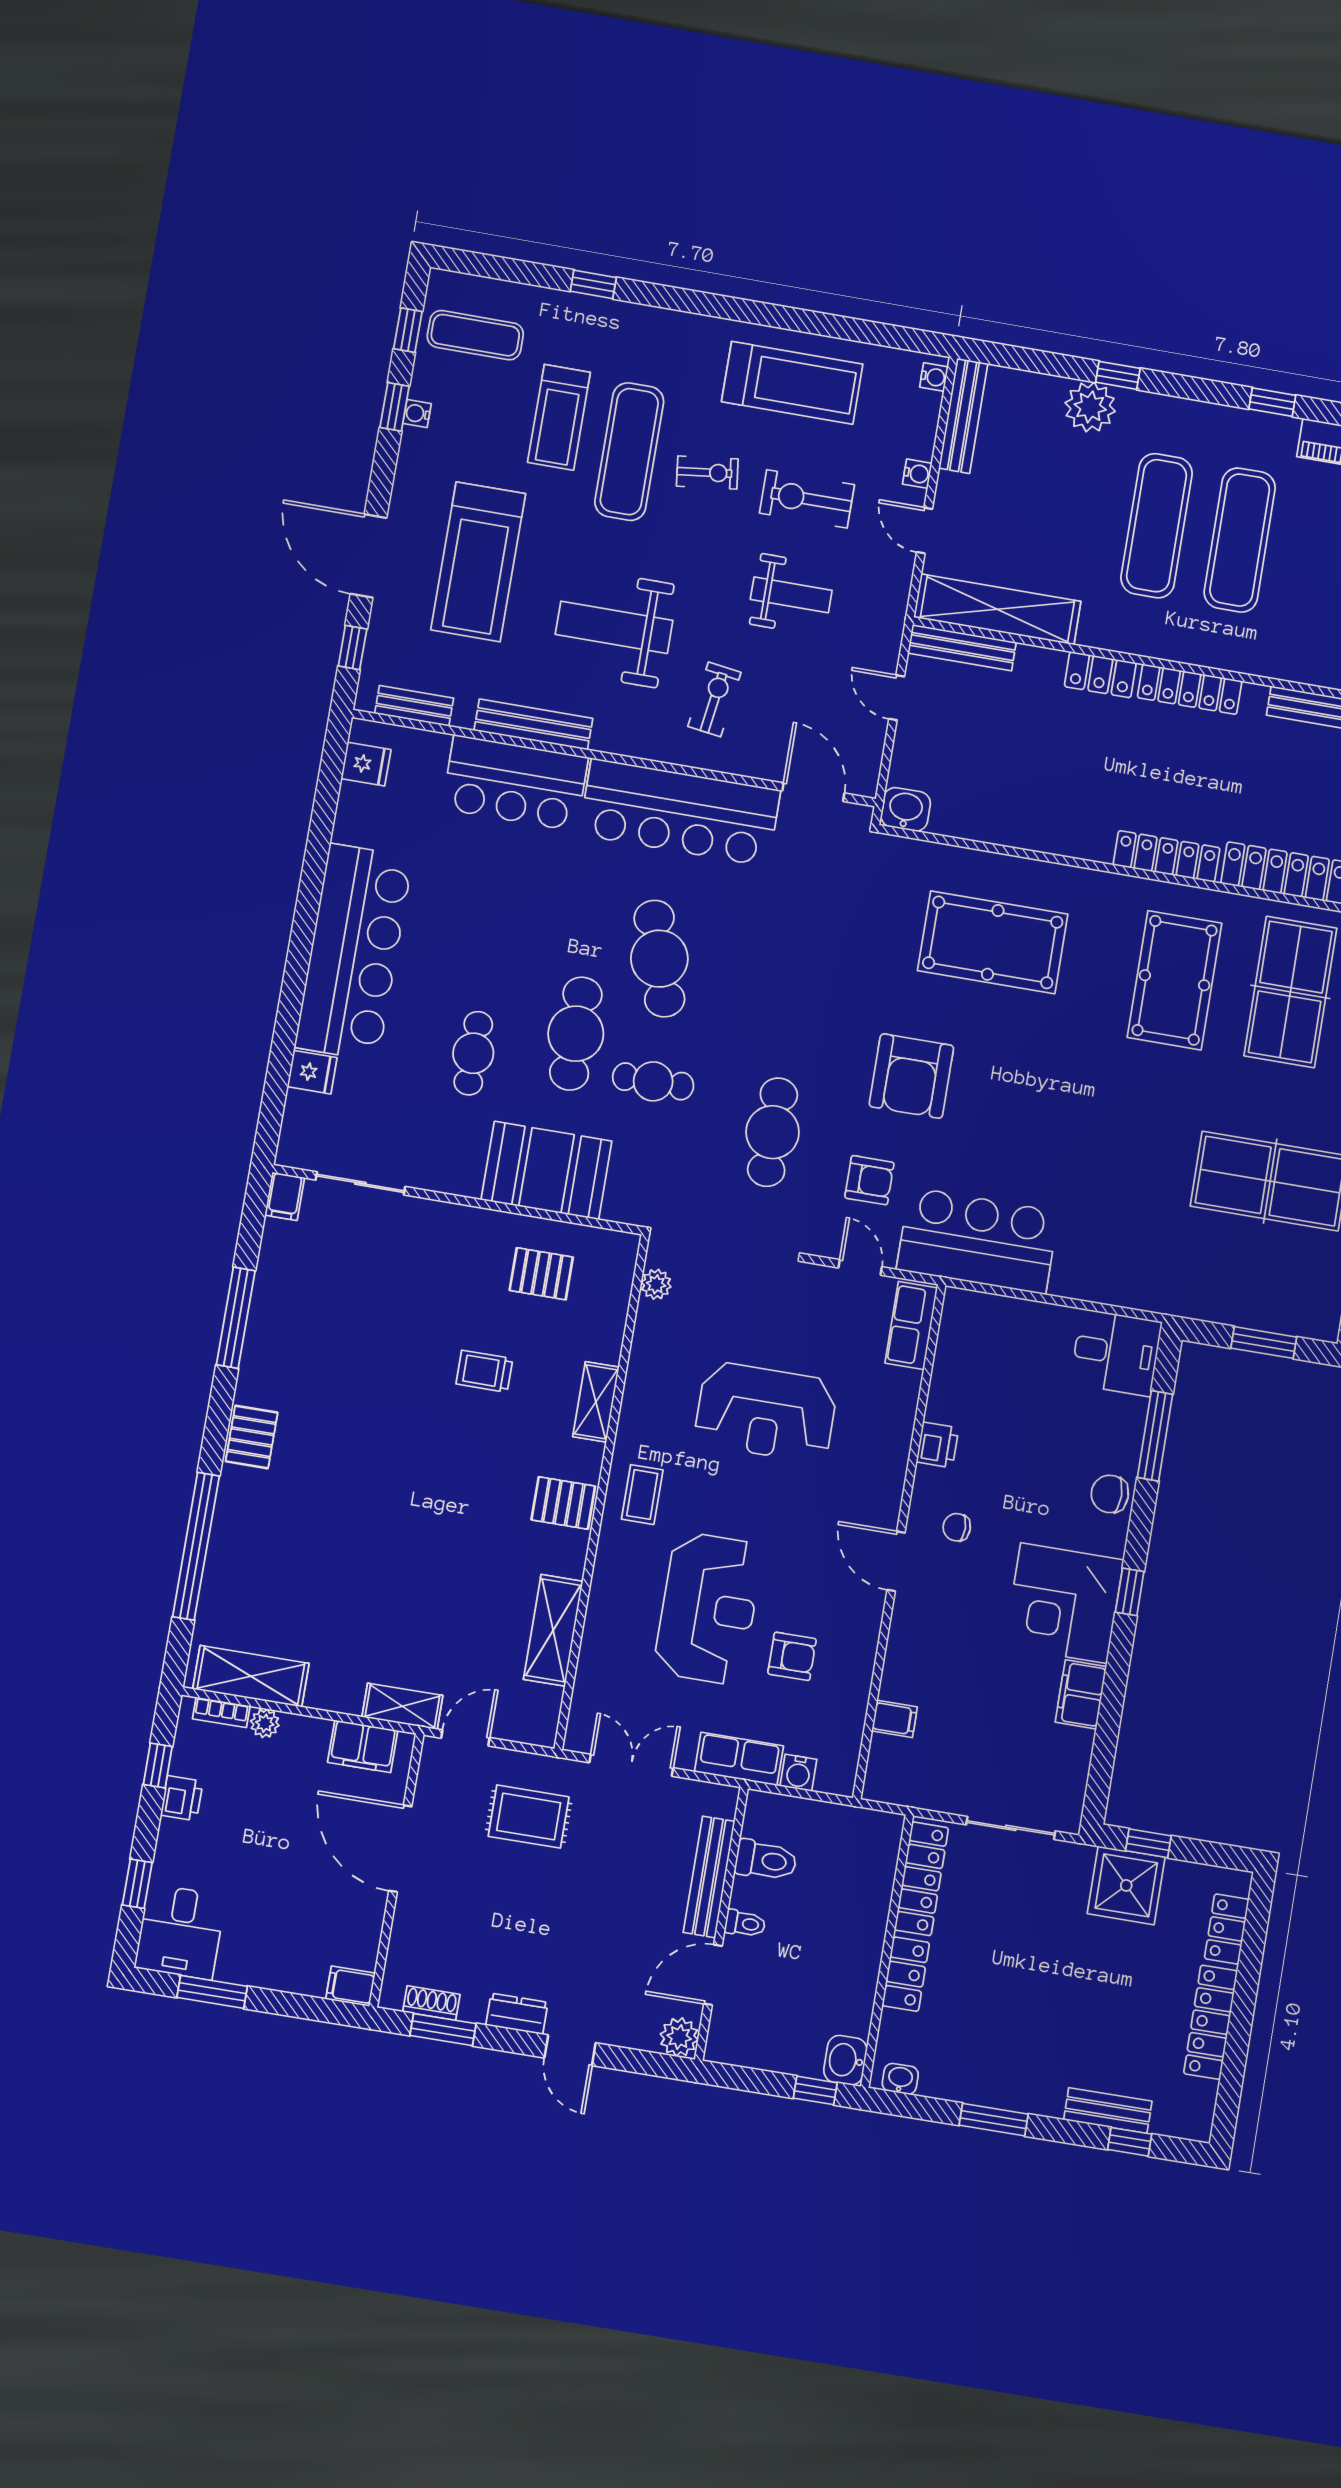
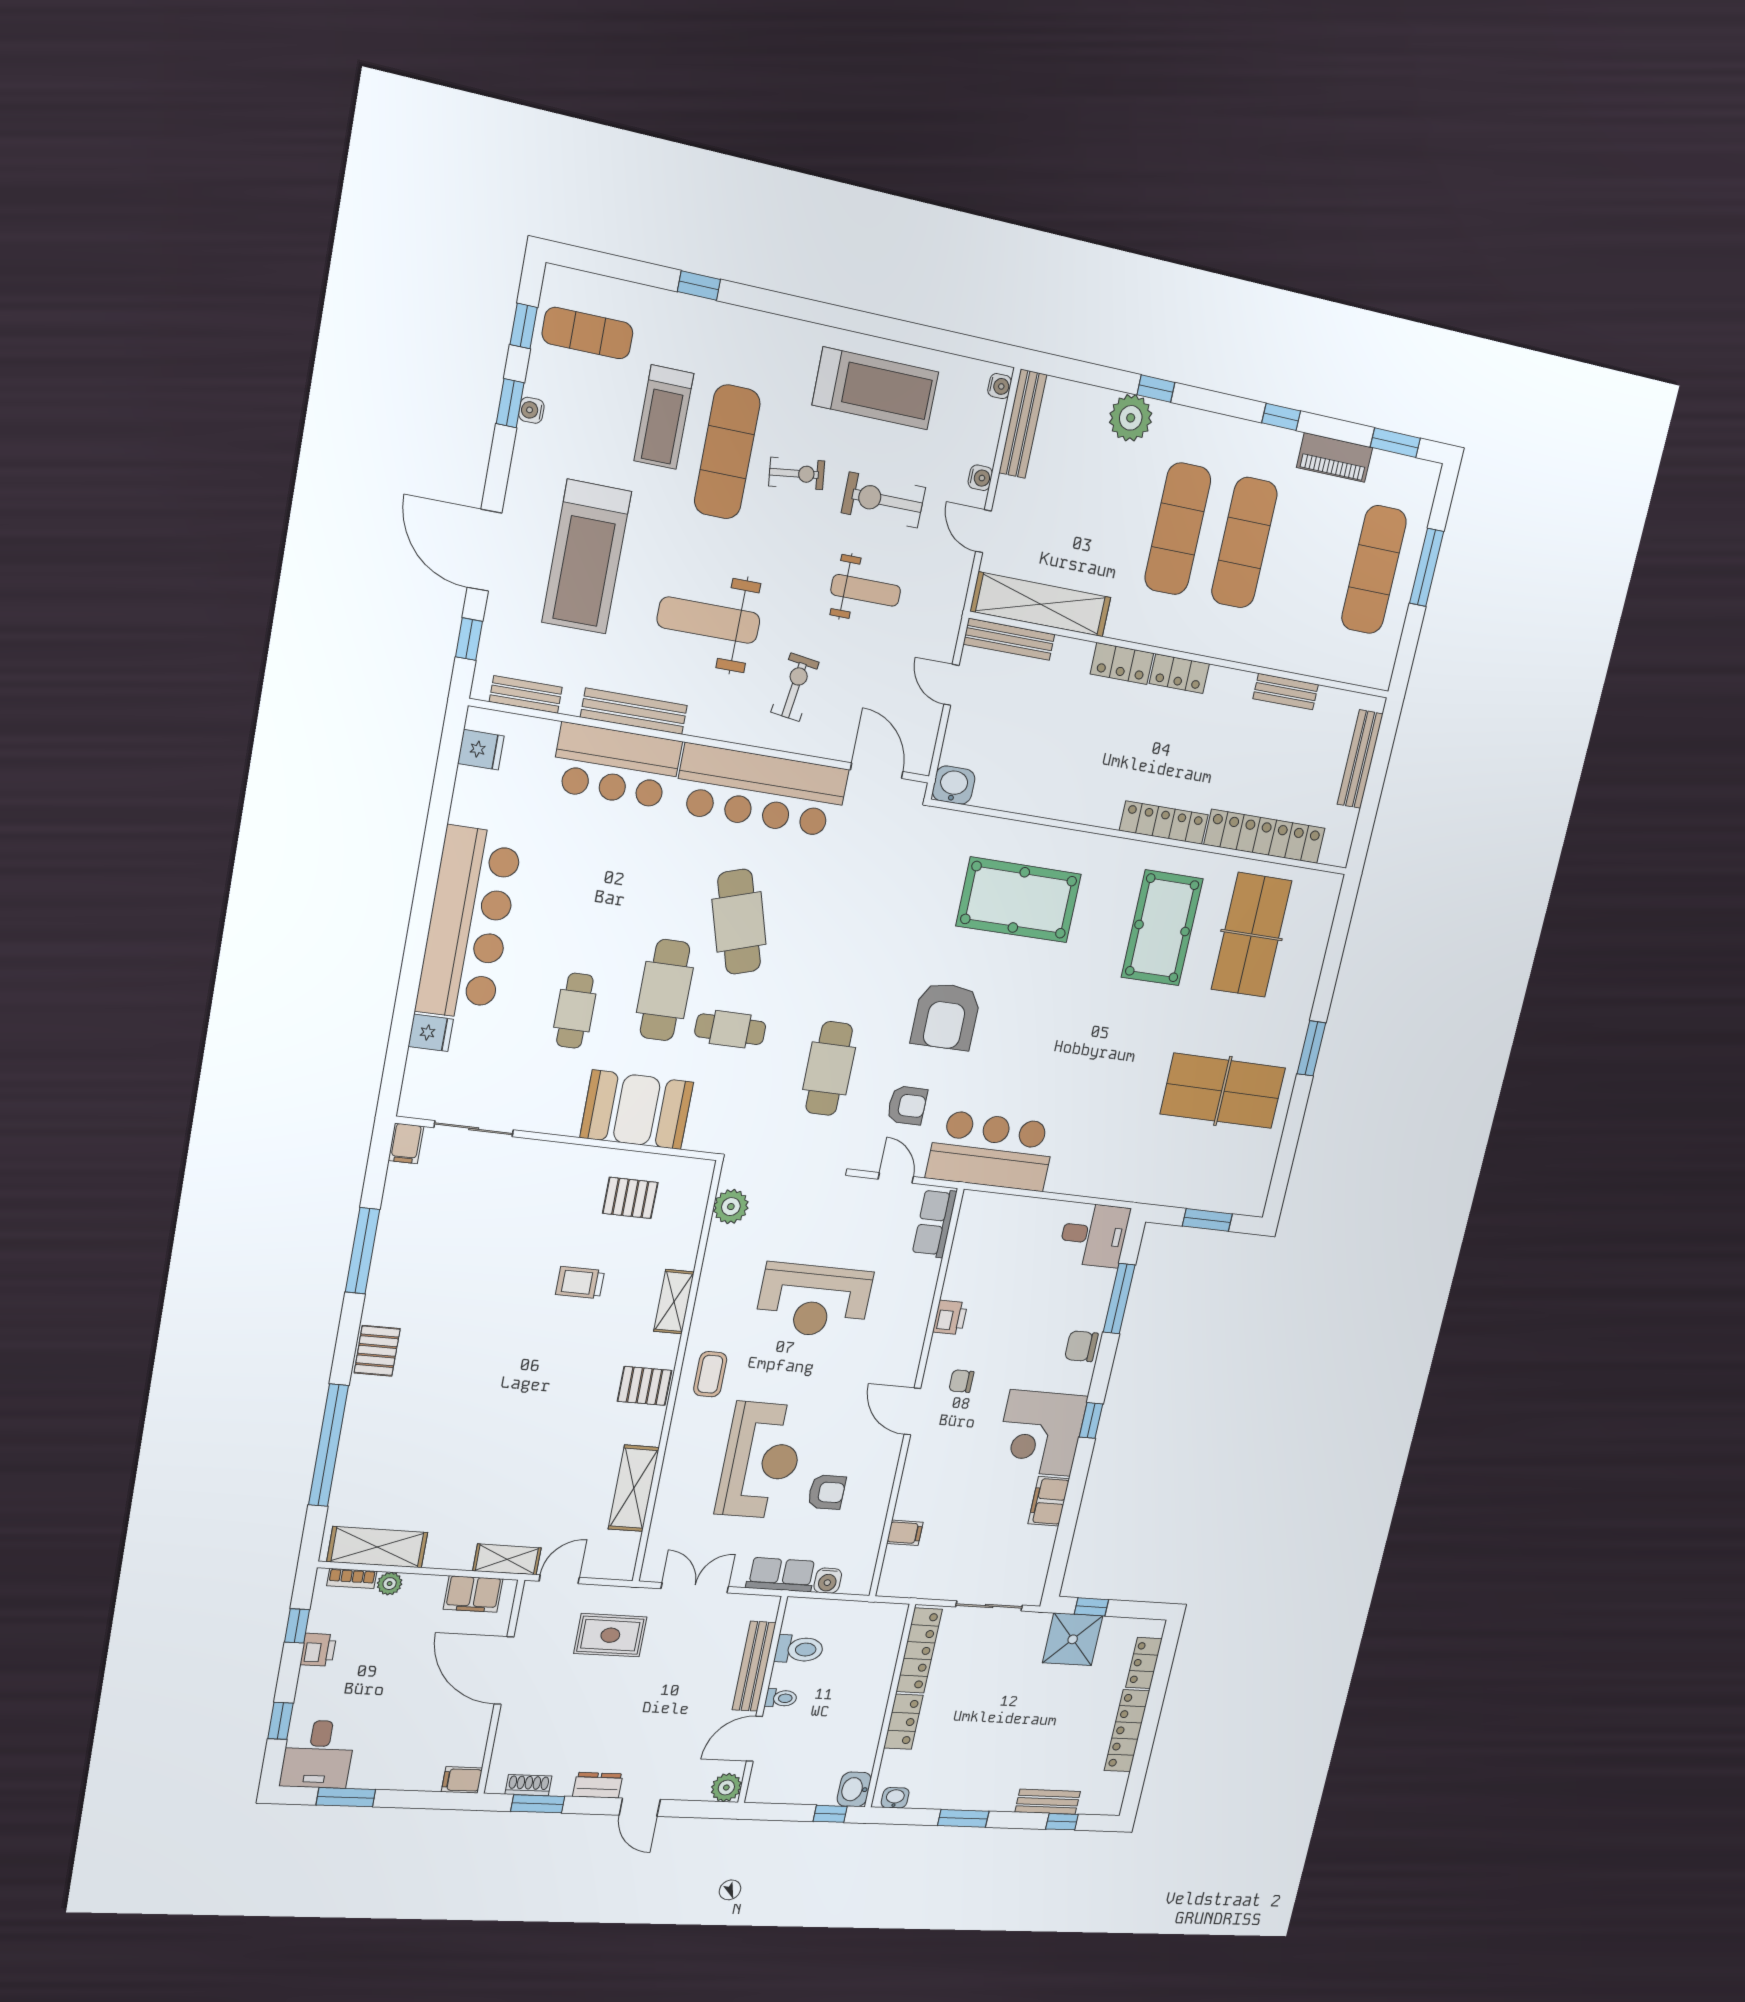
locker: (1190, 689) -> (1179, 674), width x0.66
plant: (656, 1284) -> (731, 1207), width x1.38, depth x1.38

